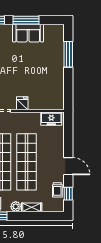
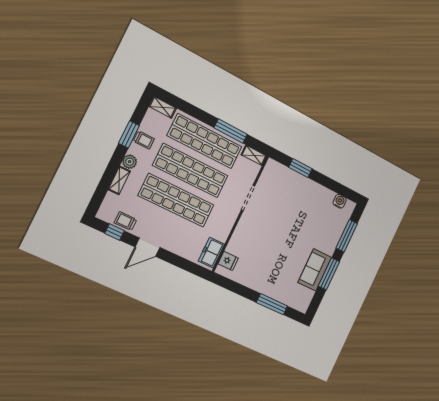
fridge: (22, 103) -> (228, 261), moved

